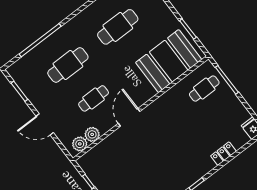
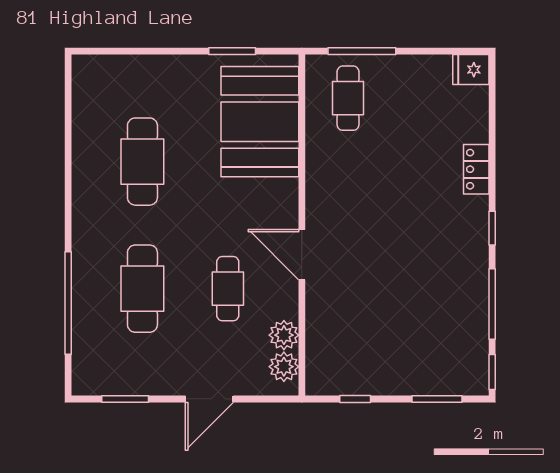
locker: (223, 154) -> (476, 169), moved

